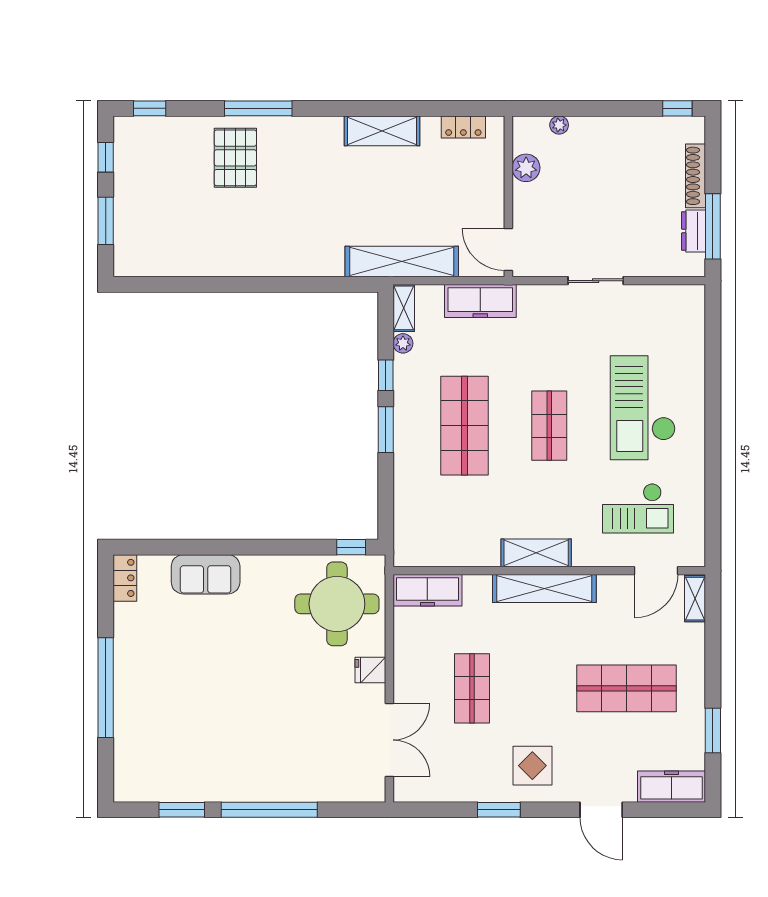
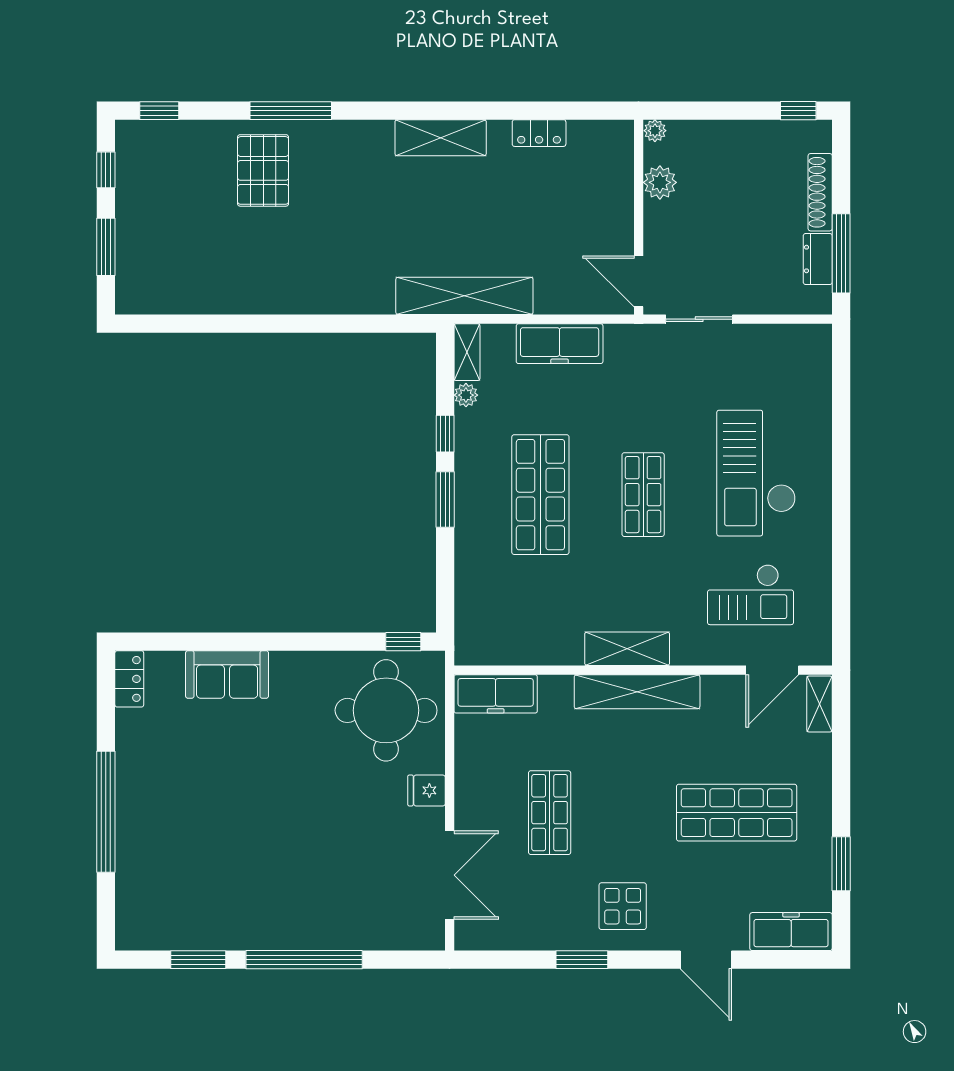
plant: (526, 168) -> (660, 182), moved
wall: (508, 196) -> (639, 217), moved
door: (508, 249) -> (639, 281), moved

